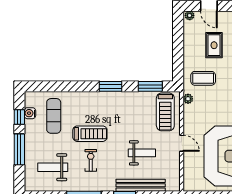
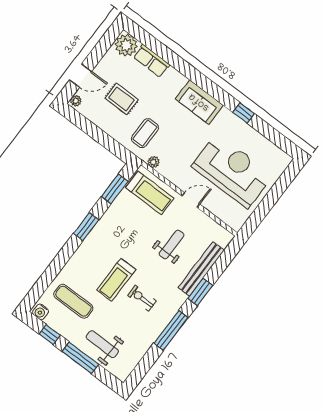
water cooler: (30, 113) -> (40, 312), moved
treadmill: (90, 134) -> (116, 280), turned 180
weight bench: (53, 167) -> (102, 344), moved, turned 90

